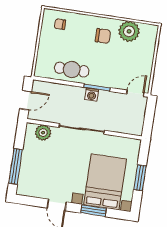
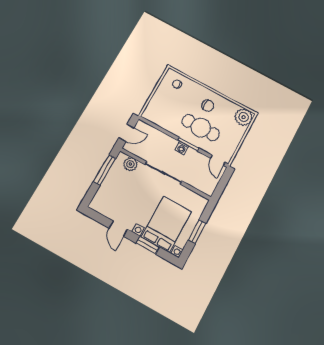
plant: (129, 31) -> (244, 117), moved
cafe table: (72, 70) -> (201, 128), moved, width x1.37, depth x1.35
door: (135, 93) -> (218, 160), swing flipped
window: (16, 166) -> (105, 170), moved

